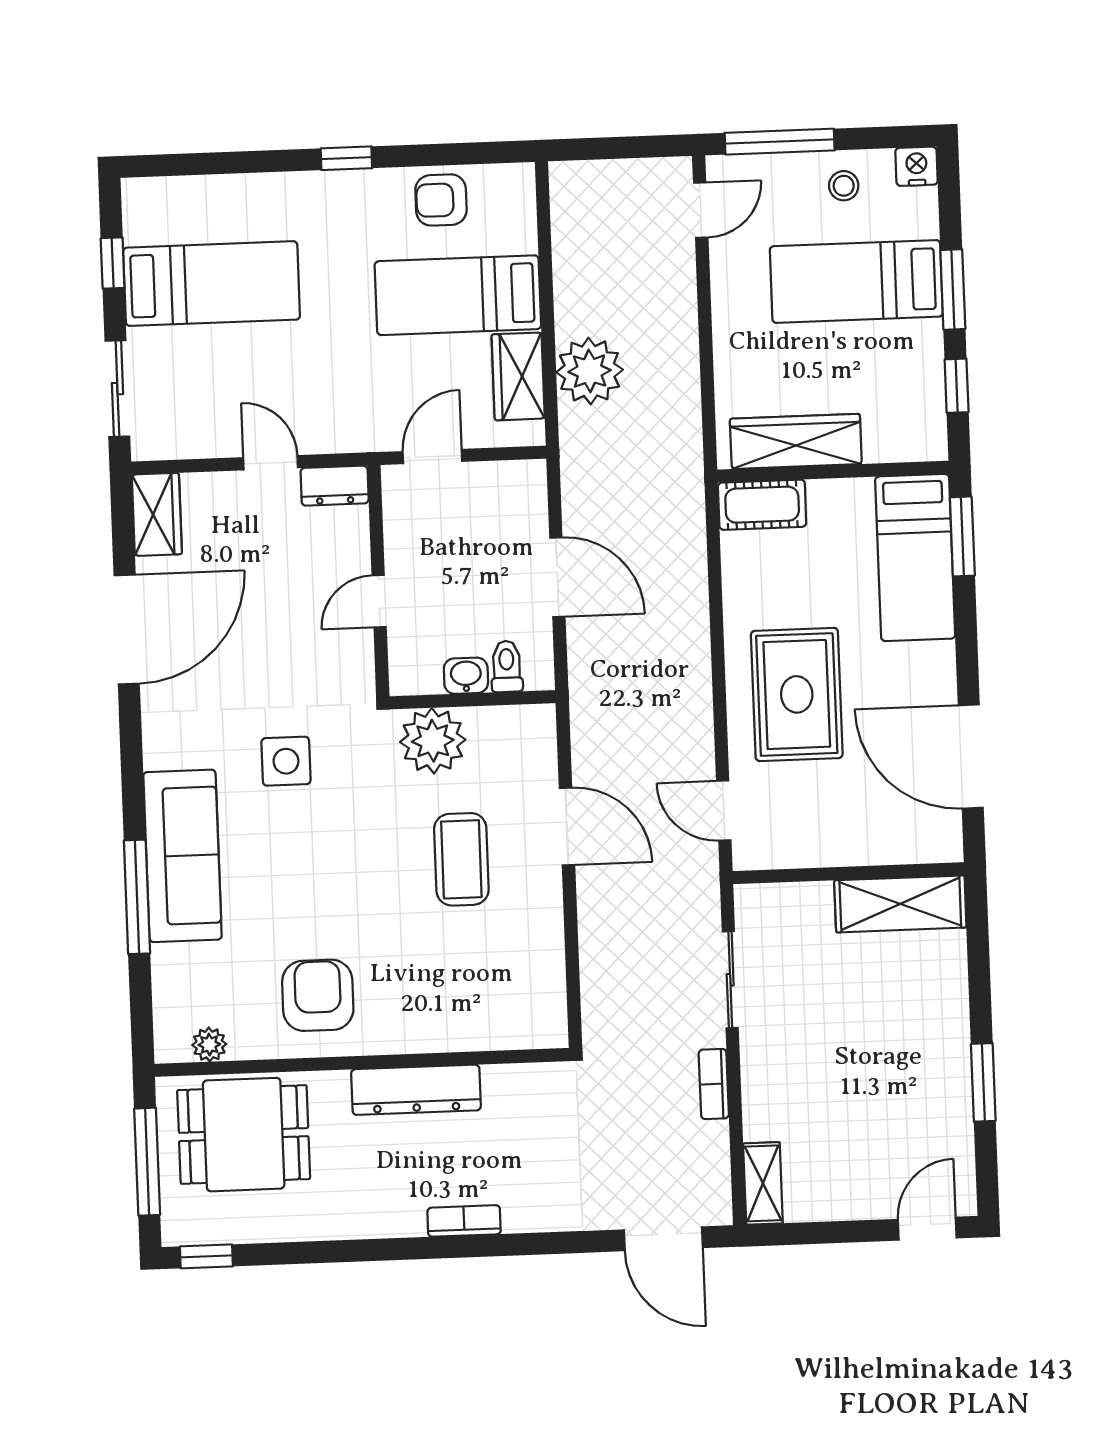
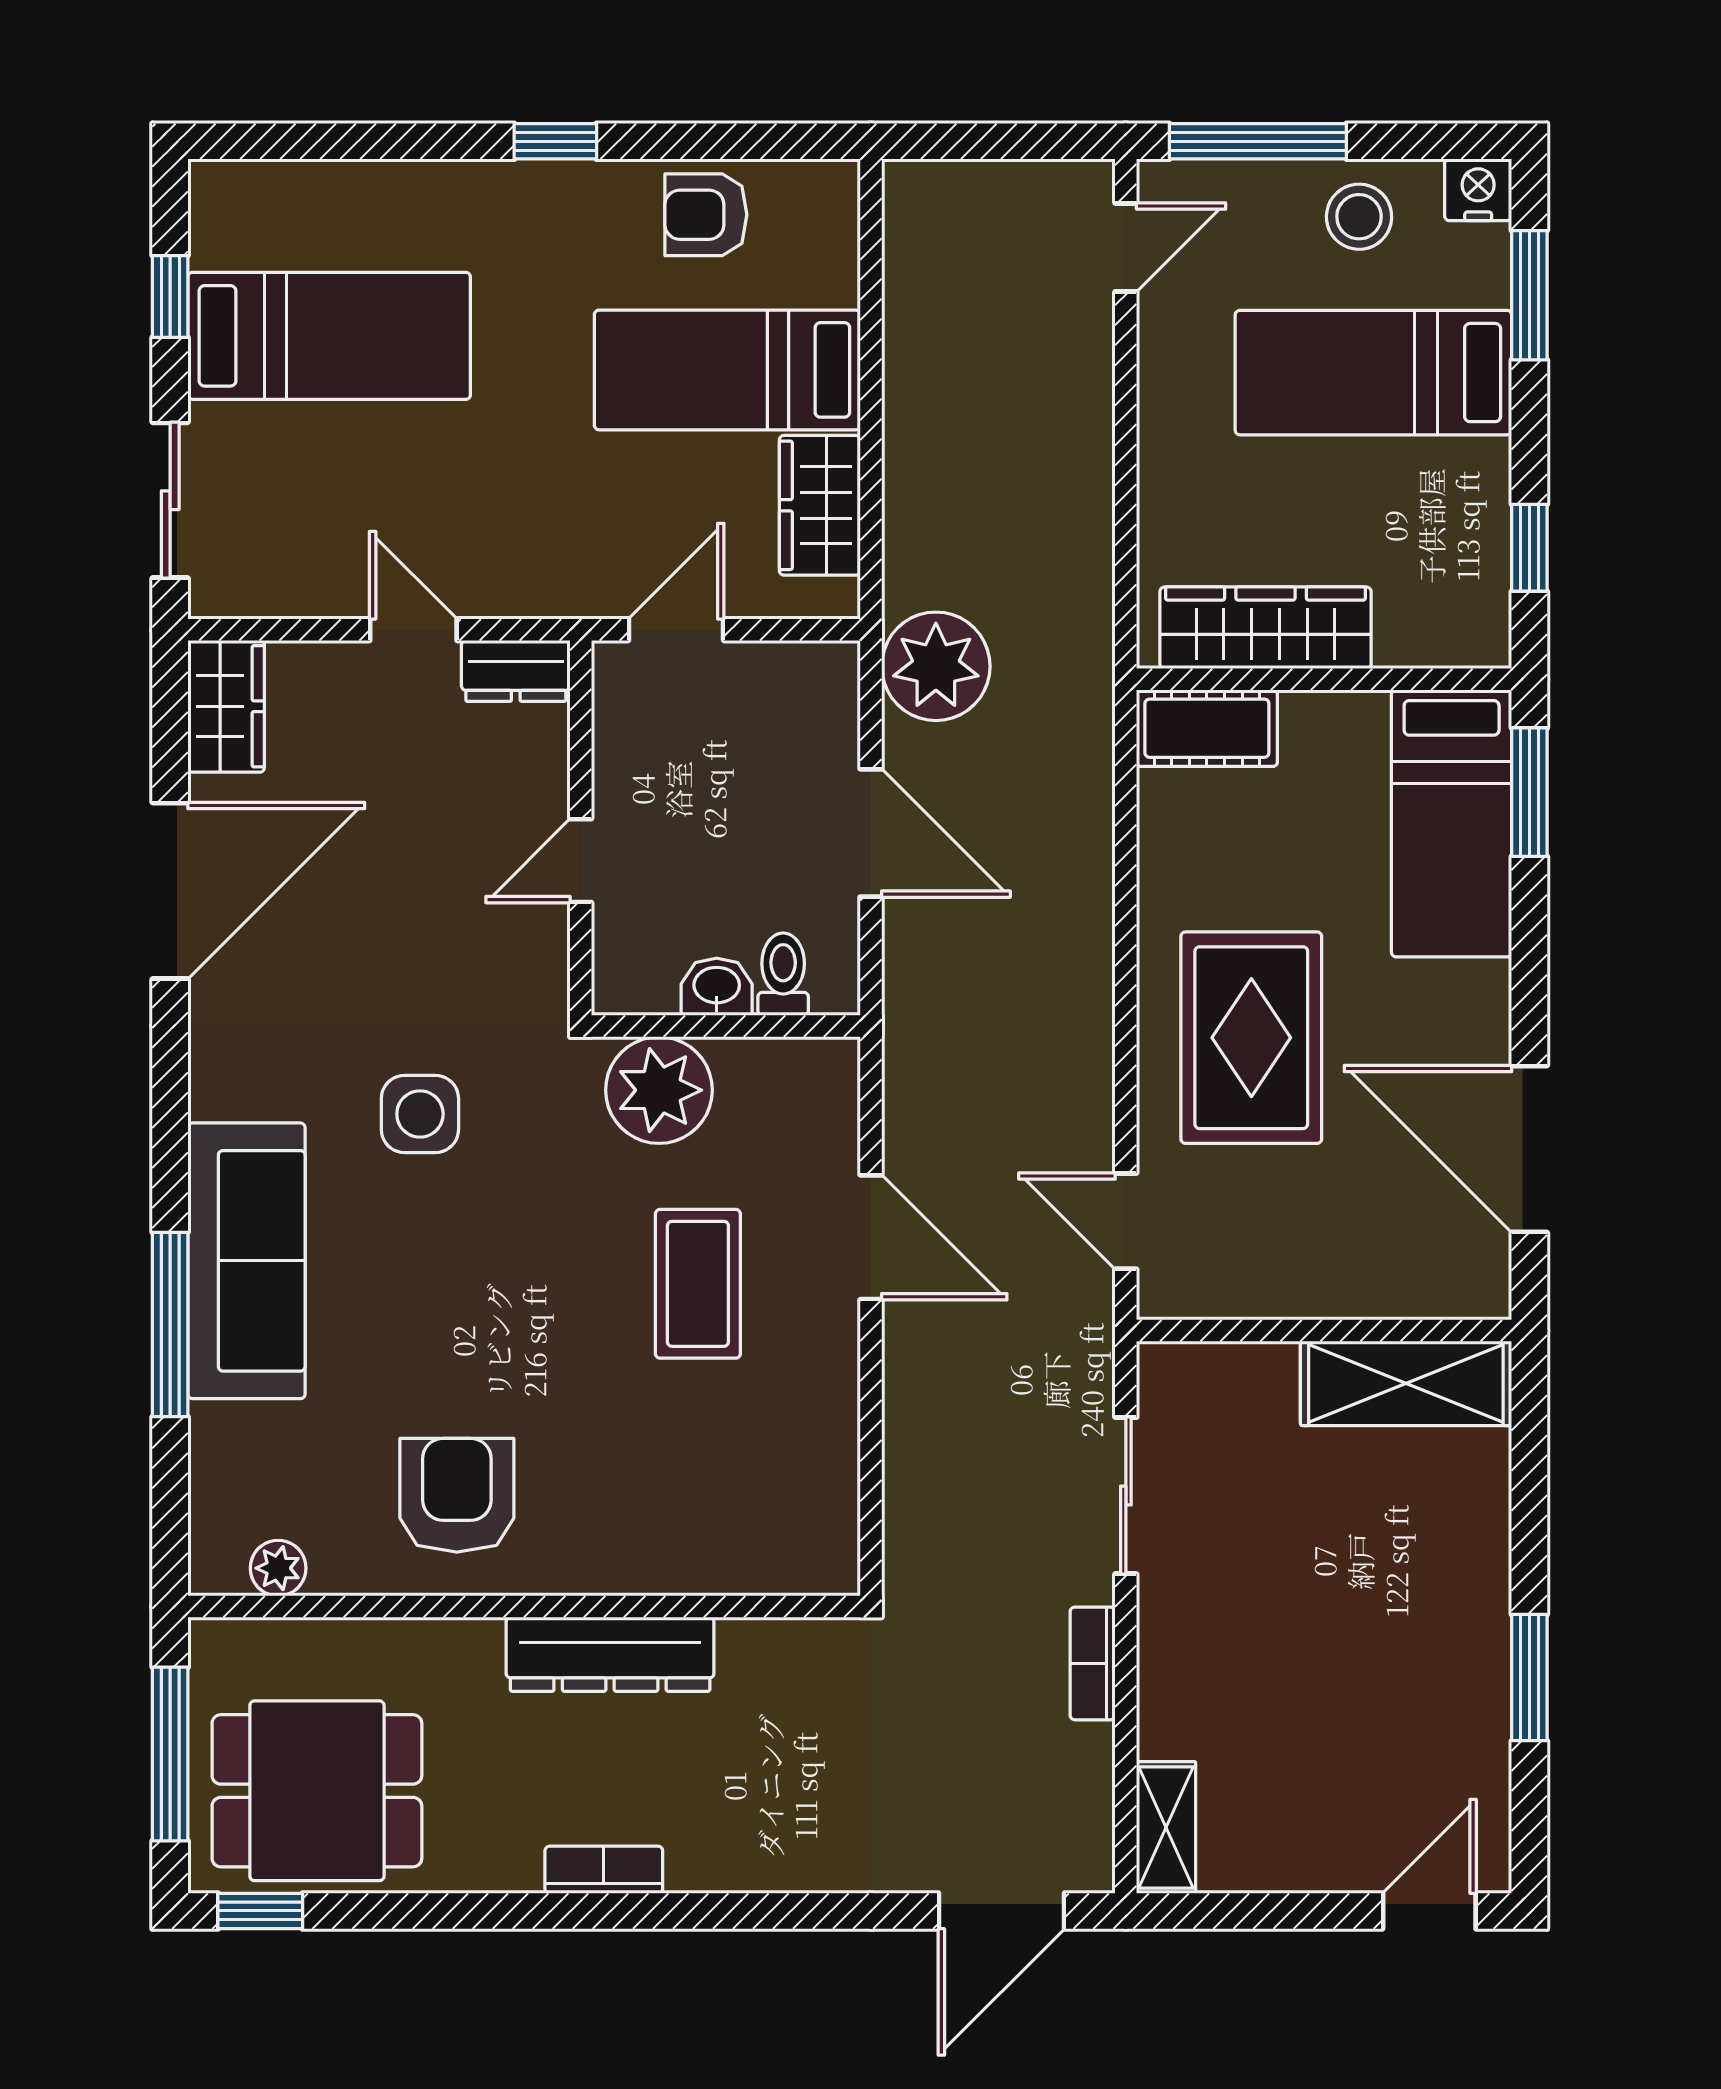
stool: (844, 186) -> (1359, 217), width x1.37, depth x1.37
window: (953, 289) -> (1529, 295), moved
plant: (590, 371) -> (936, 666), moved
dining table: (244, 1135) -> (317, 1791), moved
bookcase: (464, 1221) -> (604, 1870), moved
door: (663, 1239) -> (1001, 1911), hinge flipped

